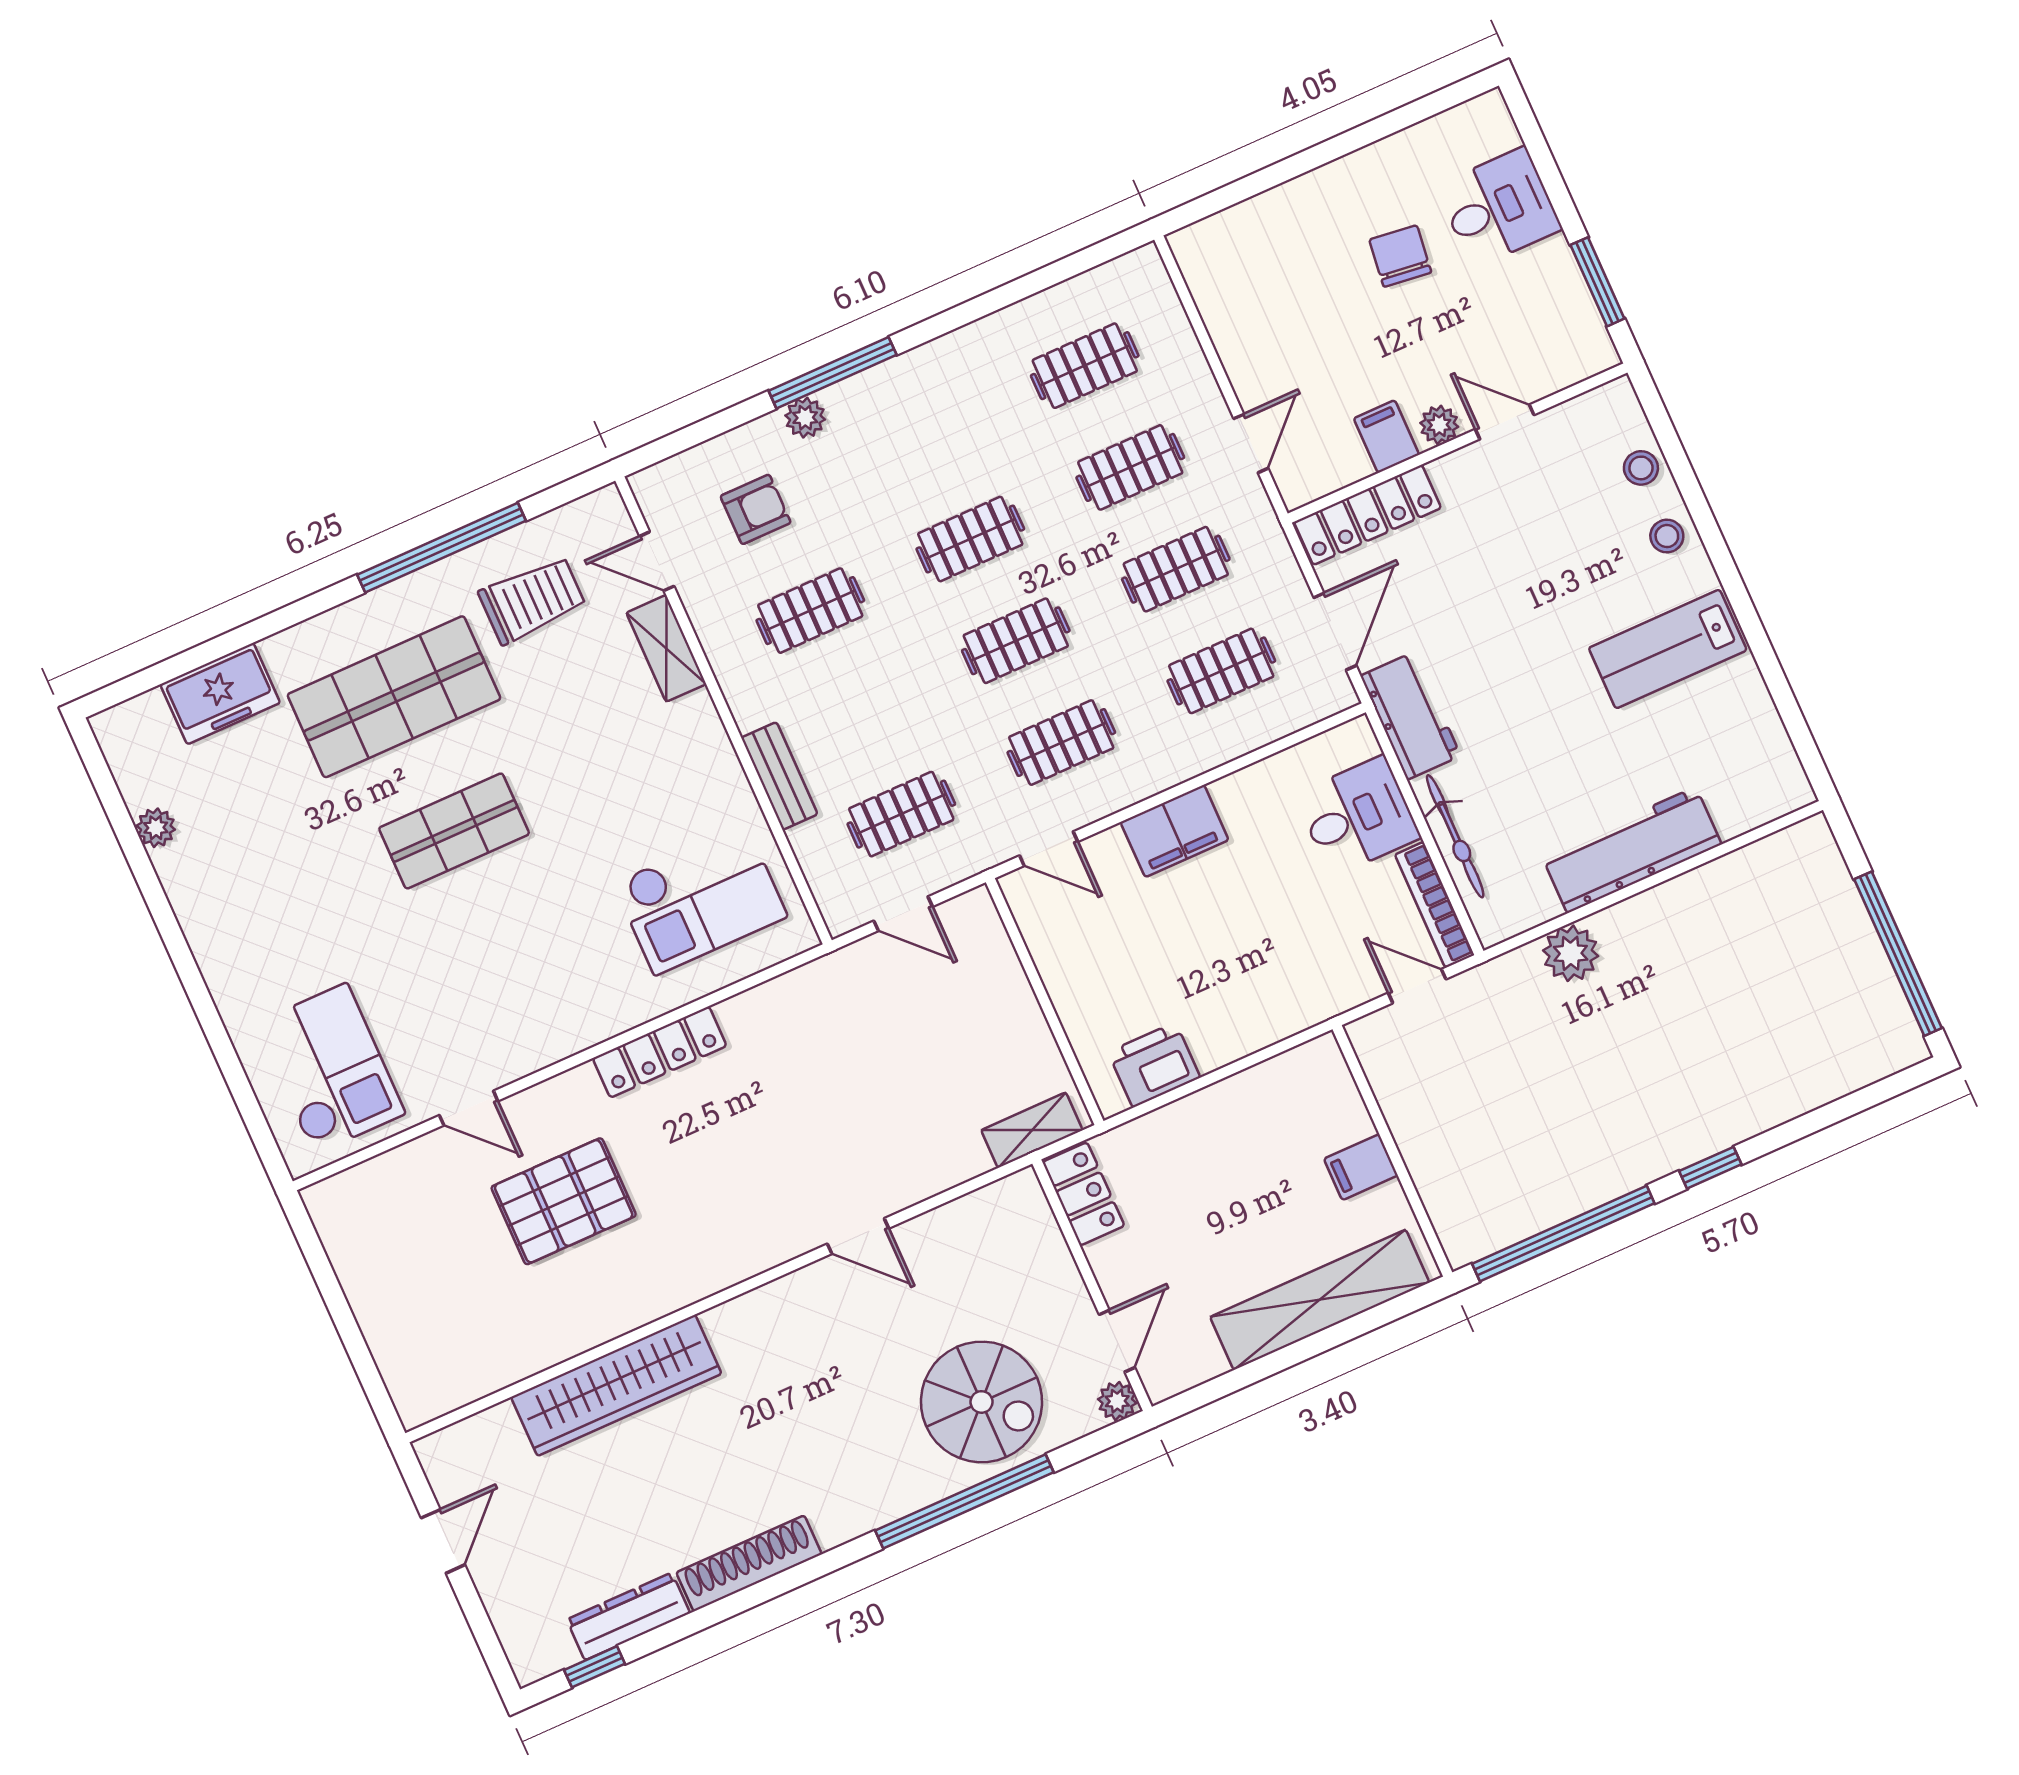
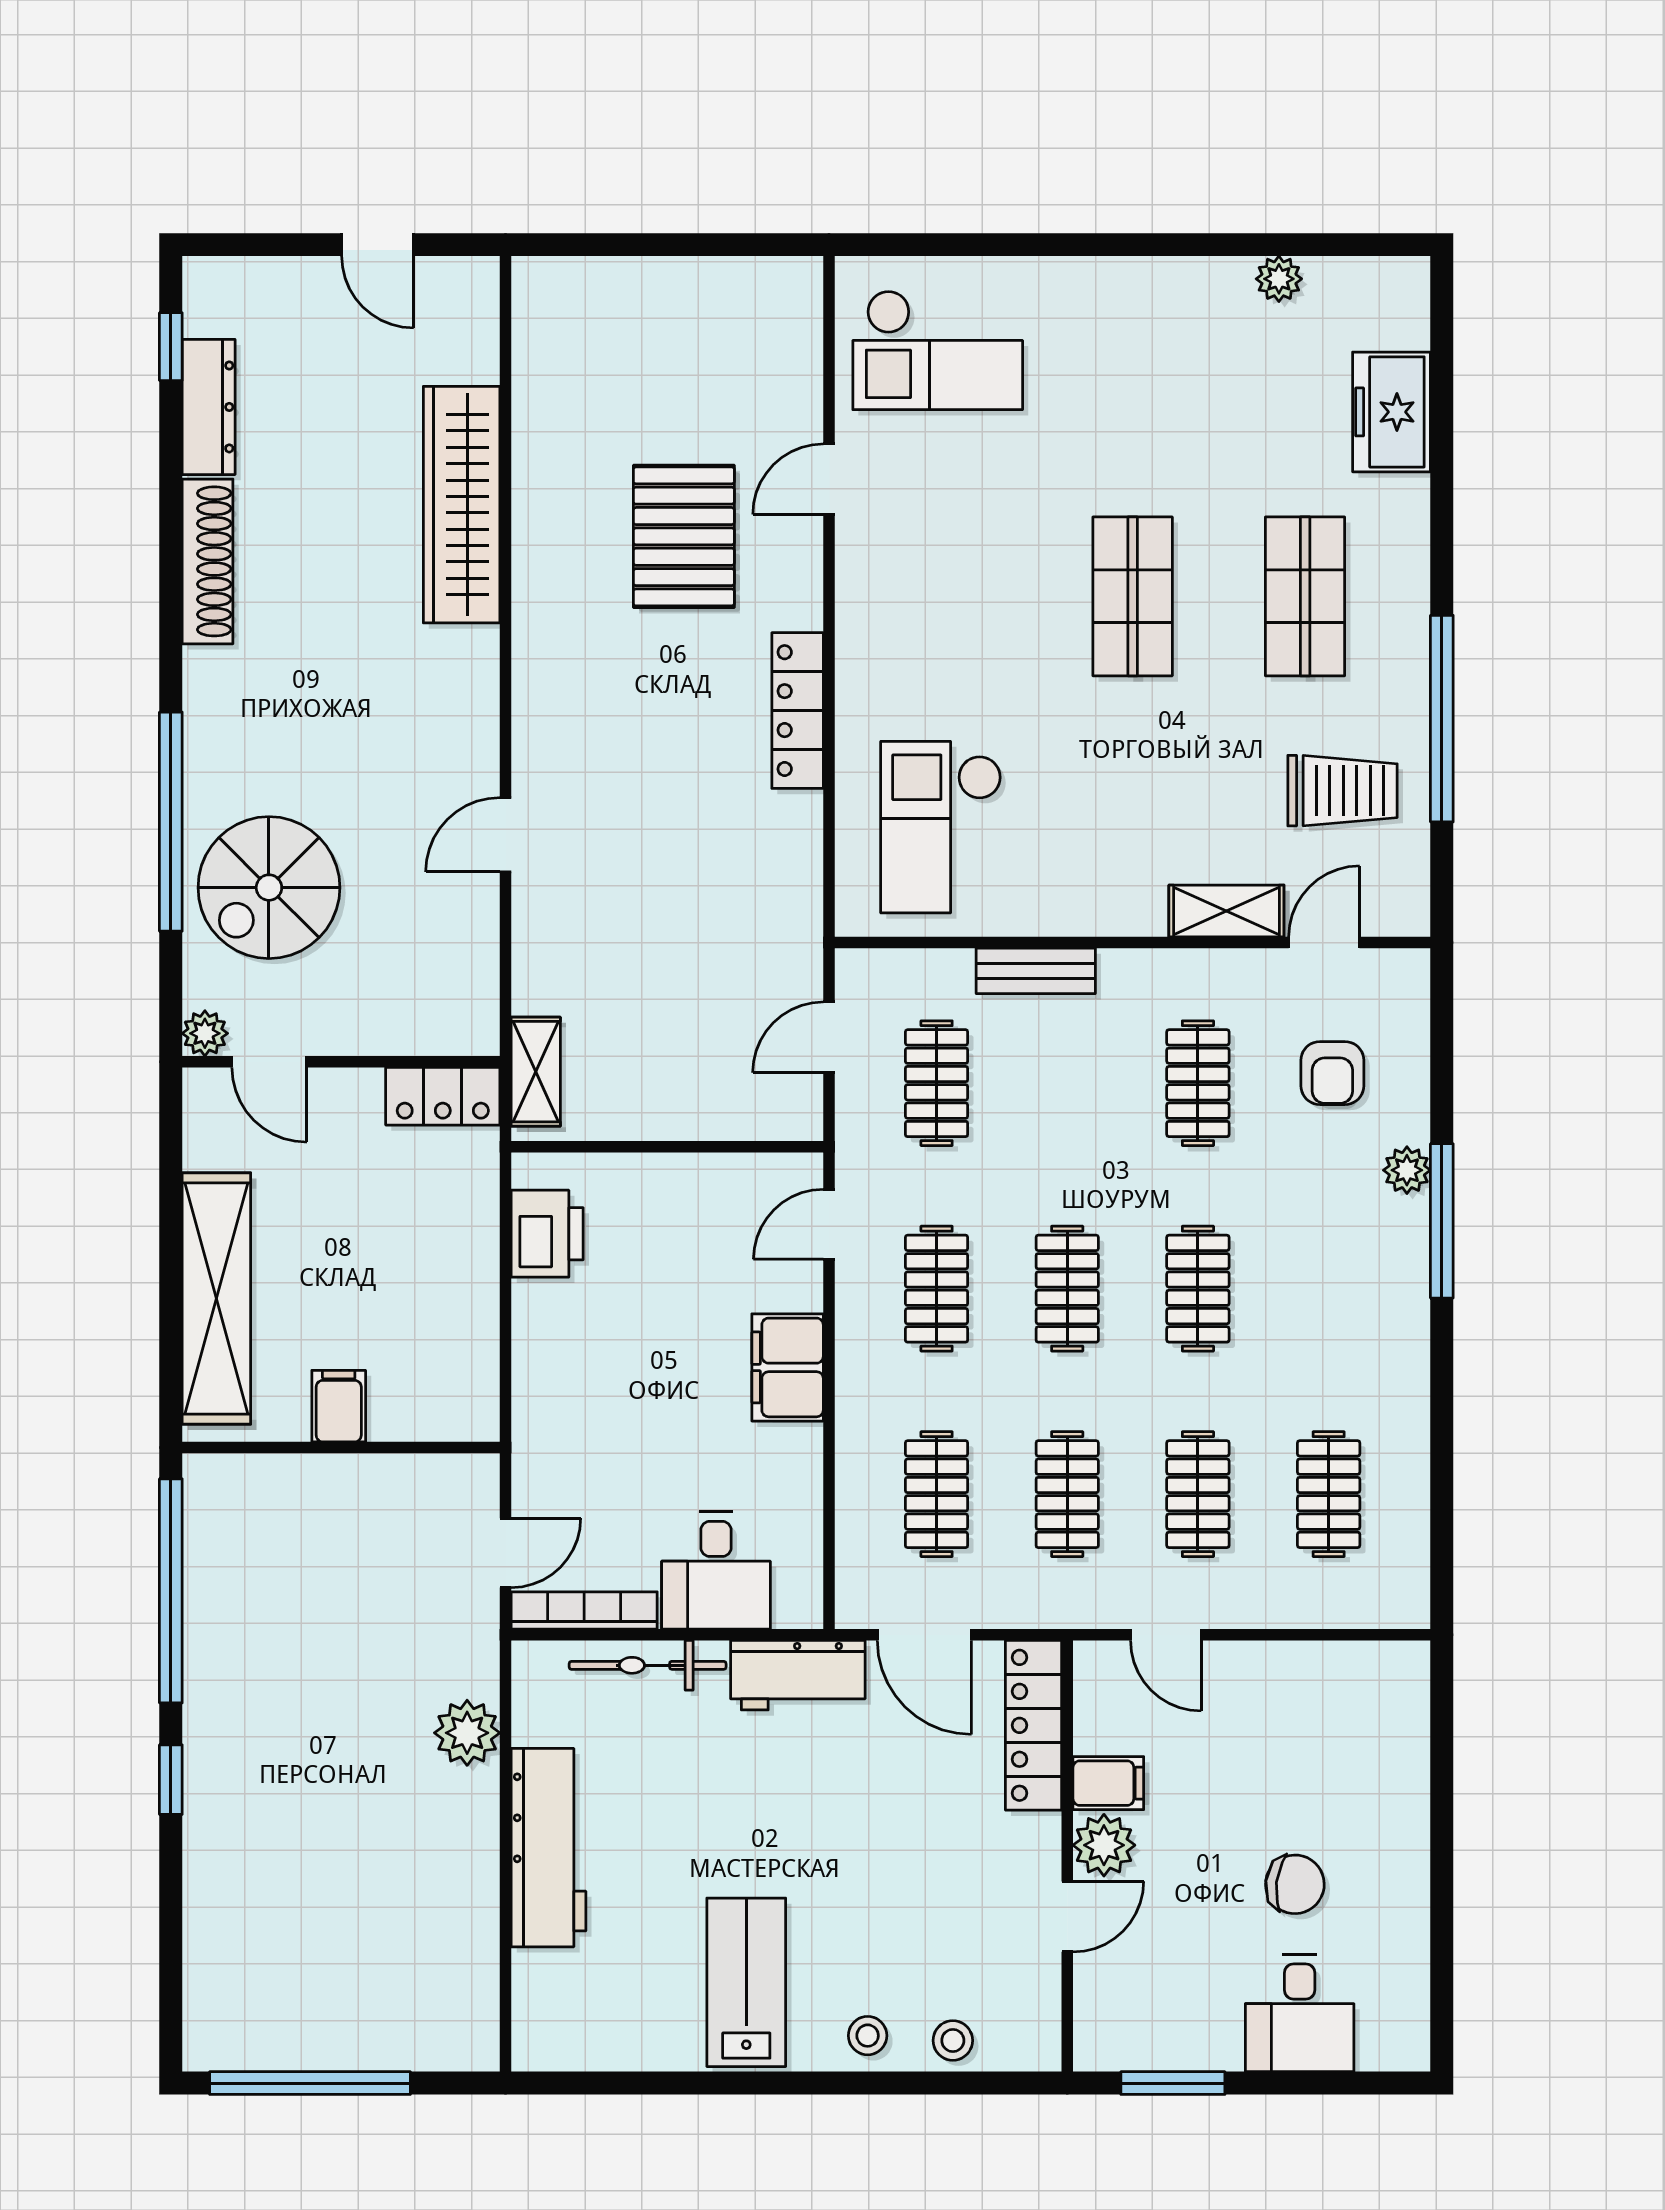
plant: (1439, 425) -> (1104, 1845), width x1.38, depth x1.38
trolley: (532, 600) -> (1342, 791), turned -90
shop shelf: (394, 697) -> (1305, 596), width x0.70, depth x0.74

